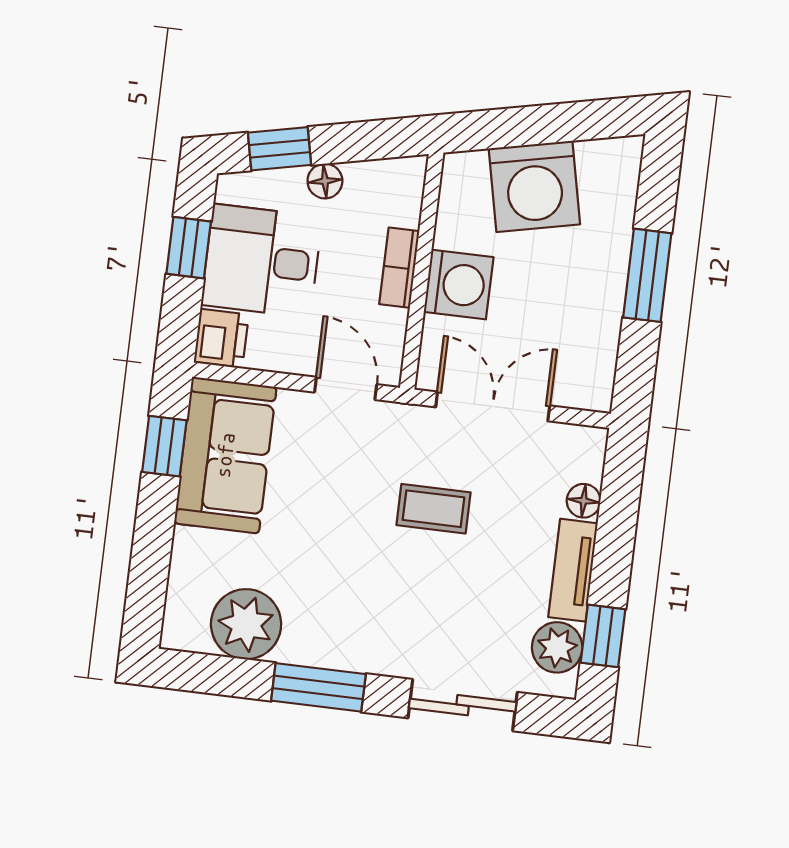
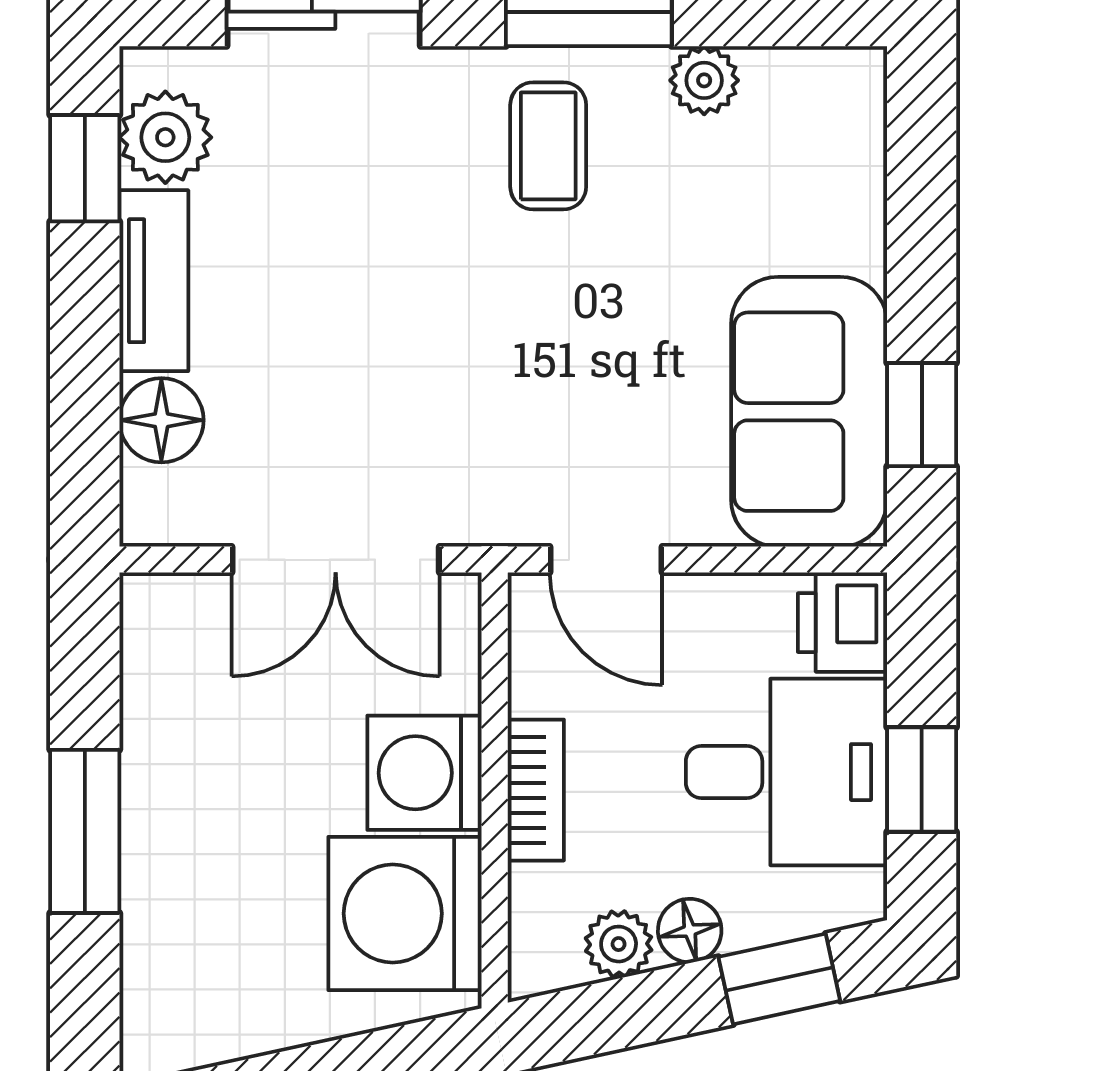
plant: (365, 178) -> (619, 944), added
washing machine: (534, 186) -> (405, 913), moved, turned -78
floor lamp: (584, 501) -> (161, 420), width x1.37, depth x1.37
coffee table: (433, 509) -> (548, 146), moved, turned 90
plant: (246, 624) -> (704, 80), width x0.53, depth x0.53

